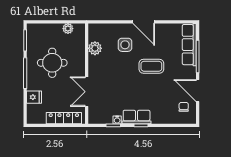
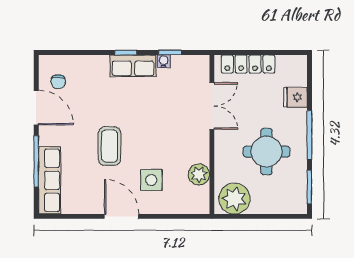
plant: (68, 29) -> (234, 199), width x1.87, depth x1.87
coffee table: (151, 66) -> (109, 146), turned 90

